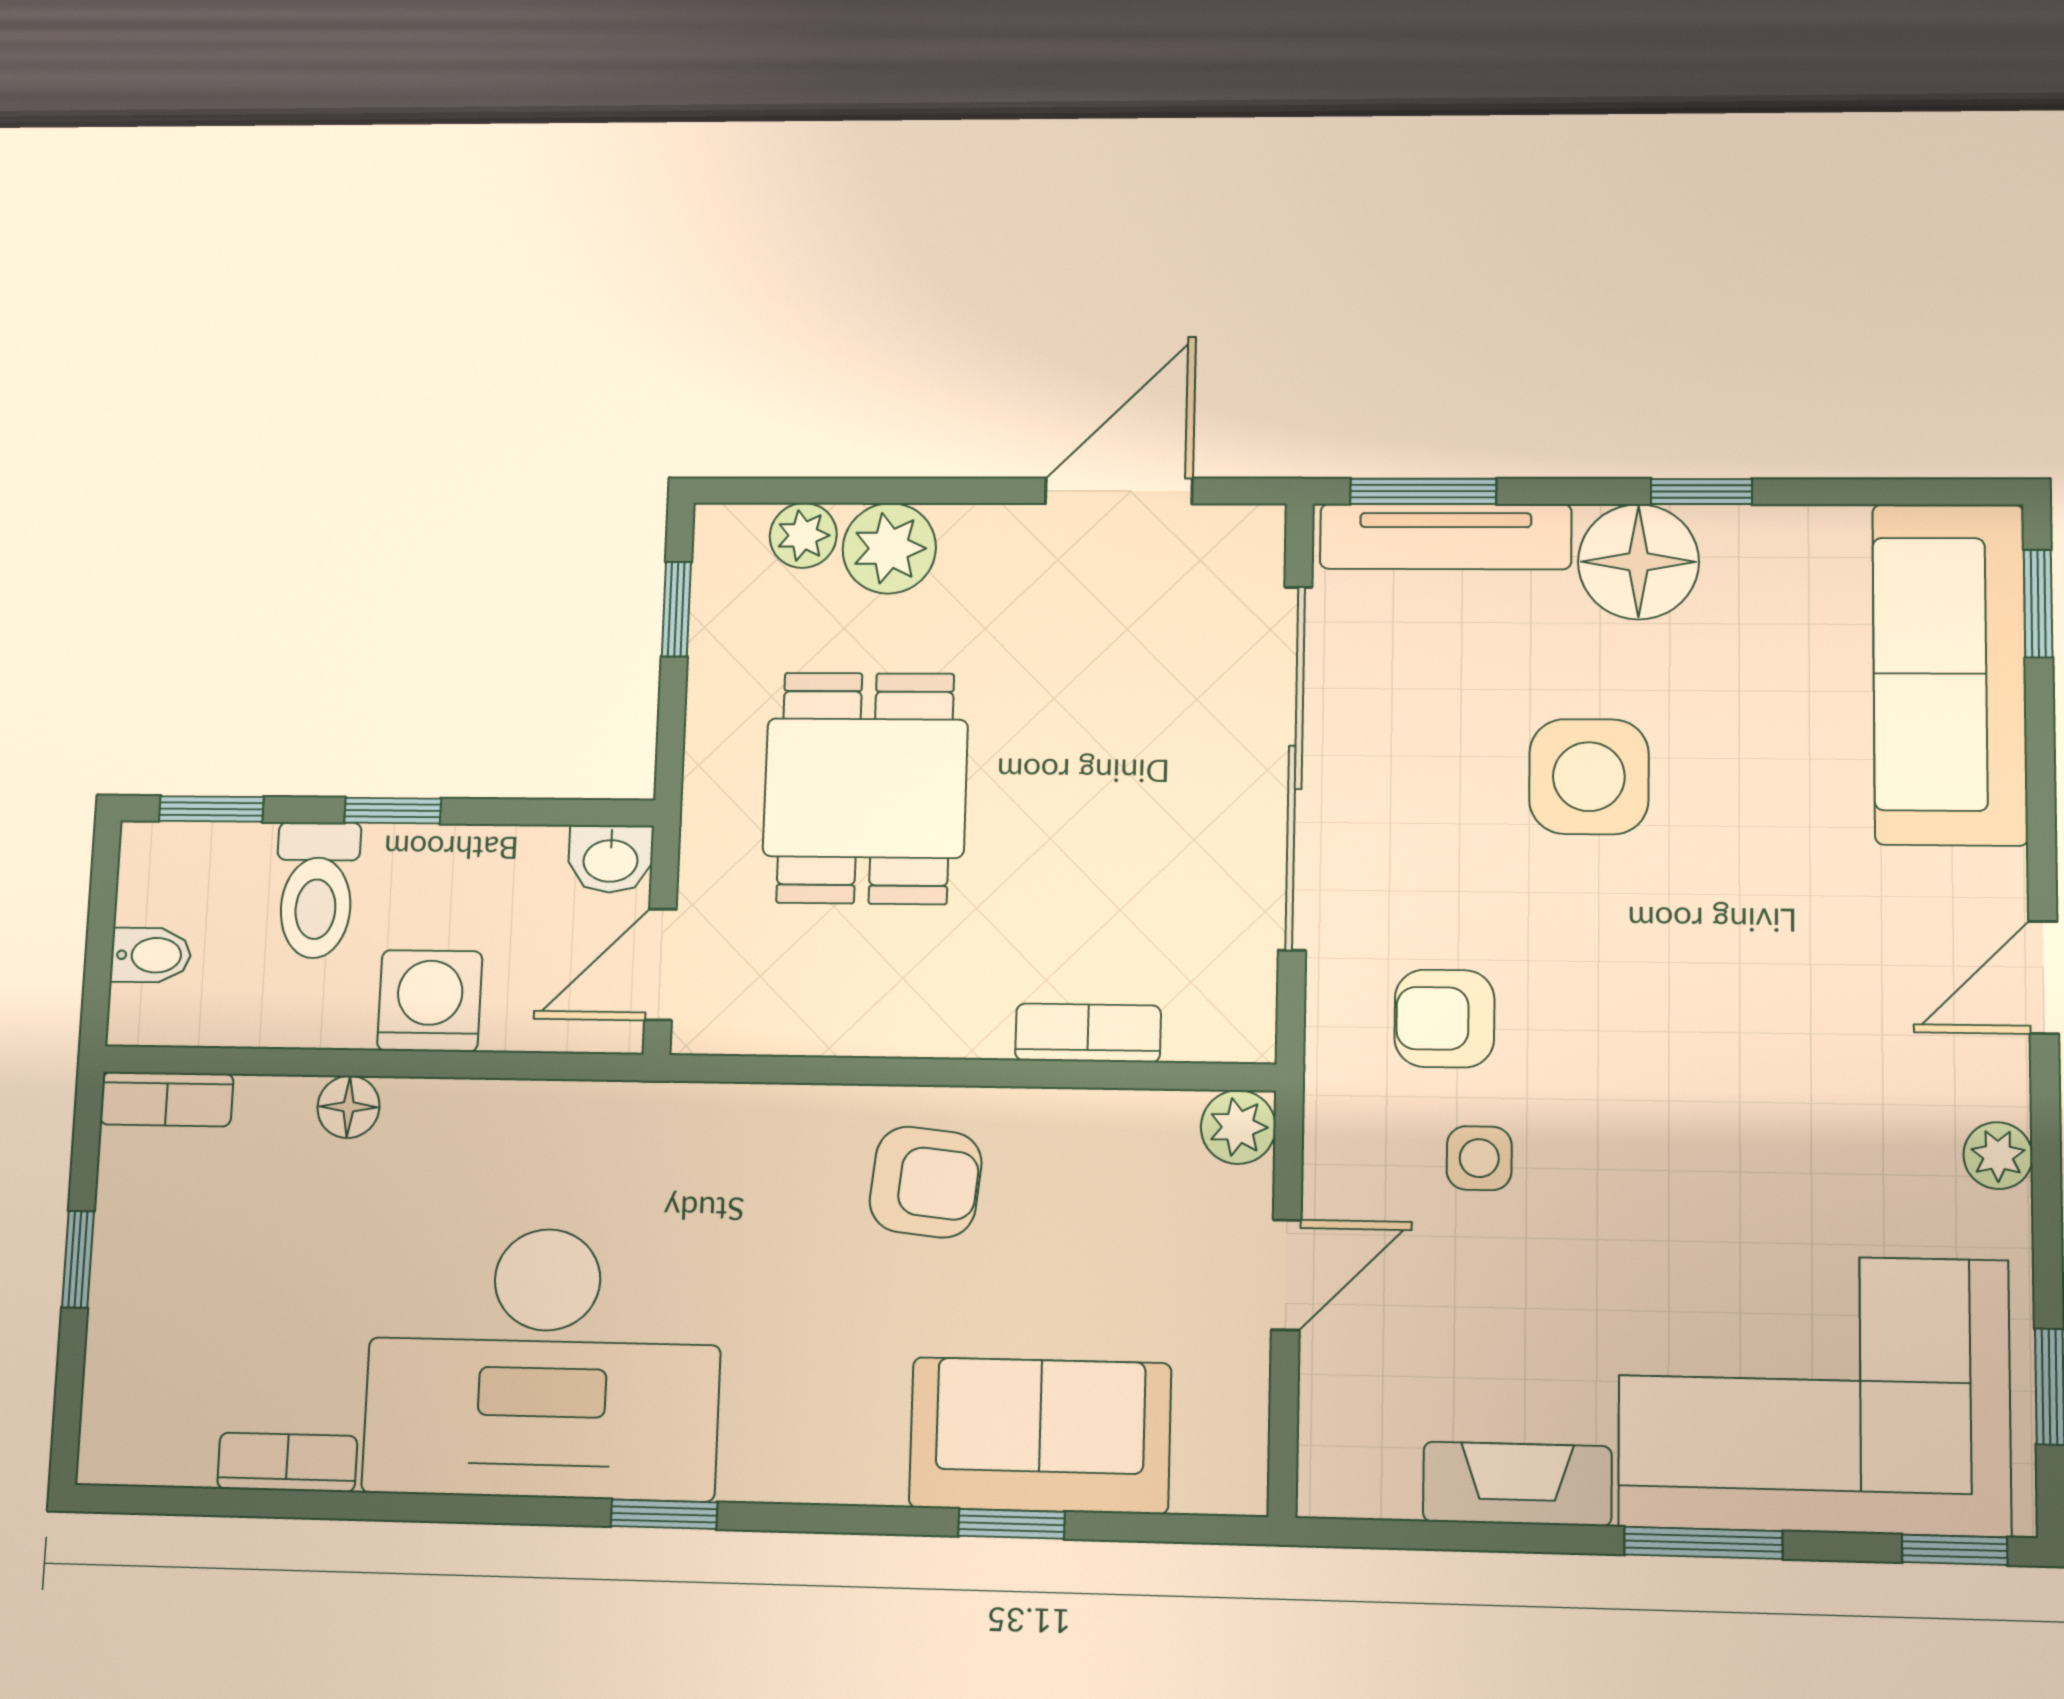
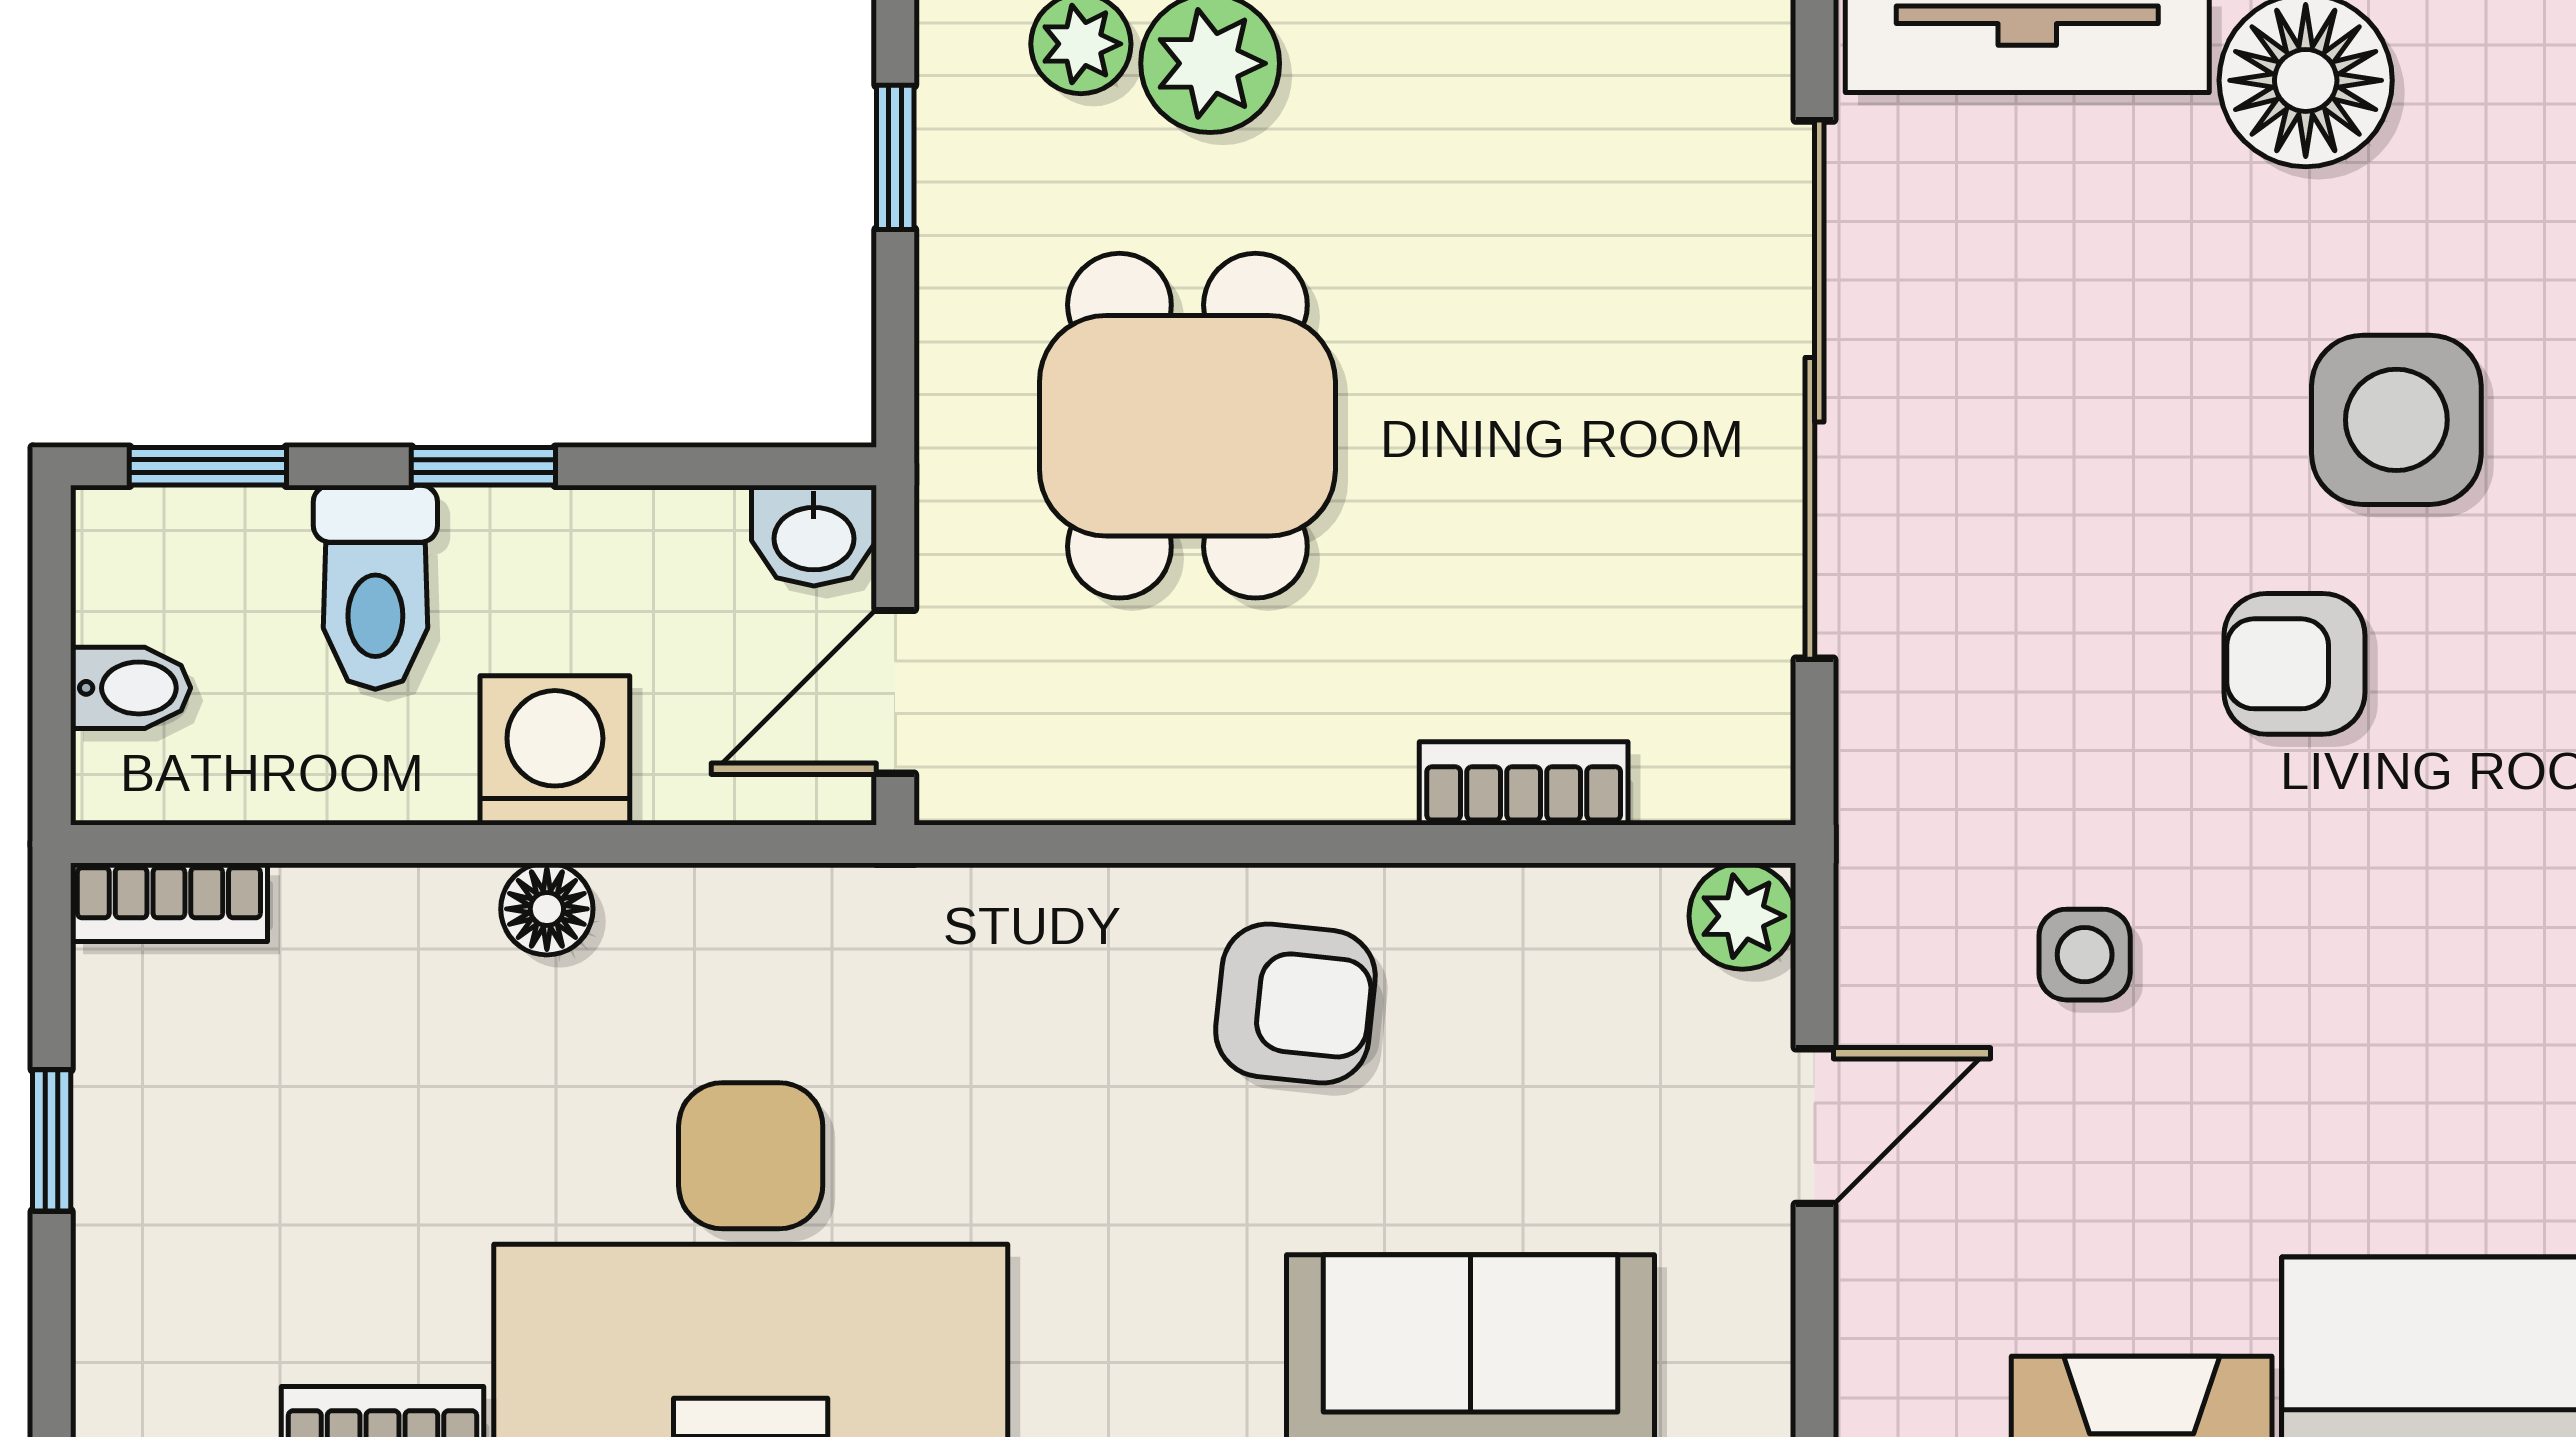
side table: (1589, 777) -> (2396, 420), moved
armchair: (1444, 1019) -> (2295, 664), moved
floor lamp: (348, 1107) -> (547, 909), moved

